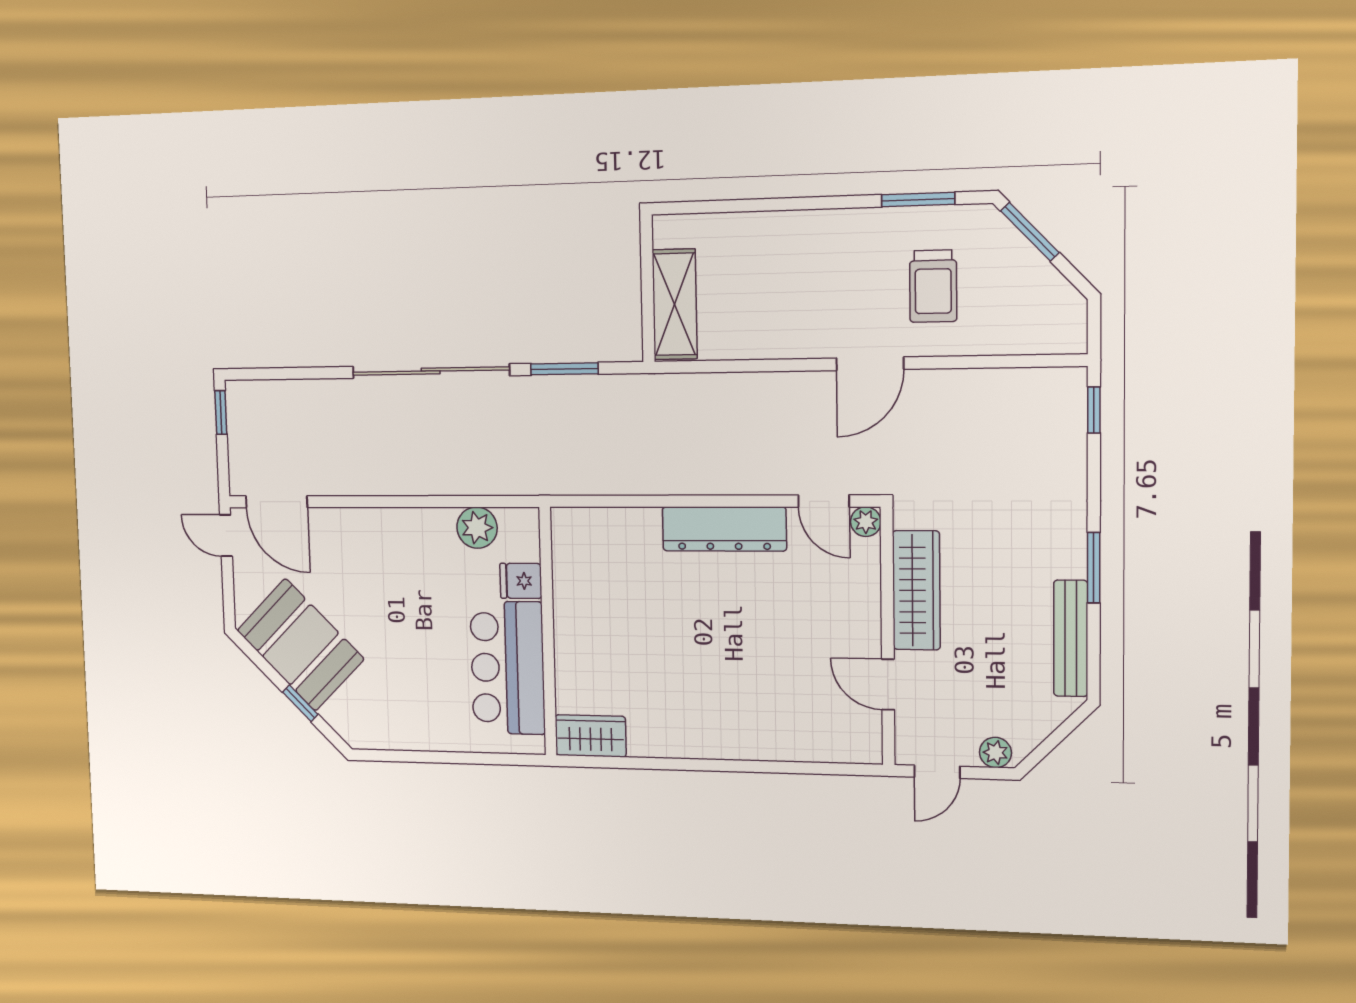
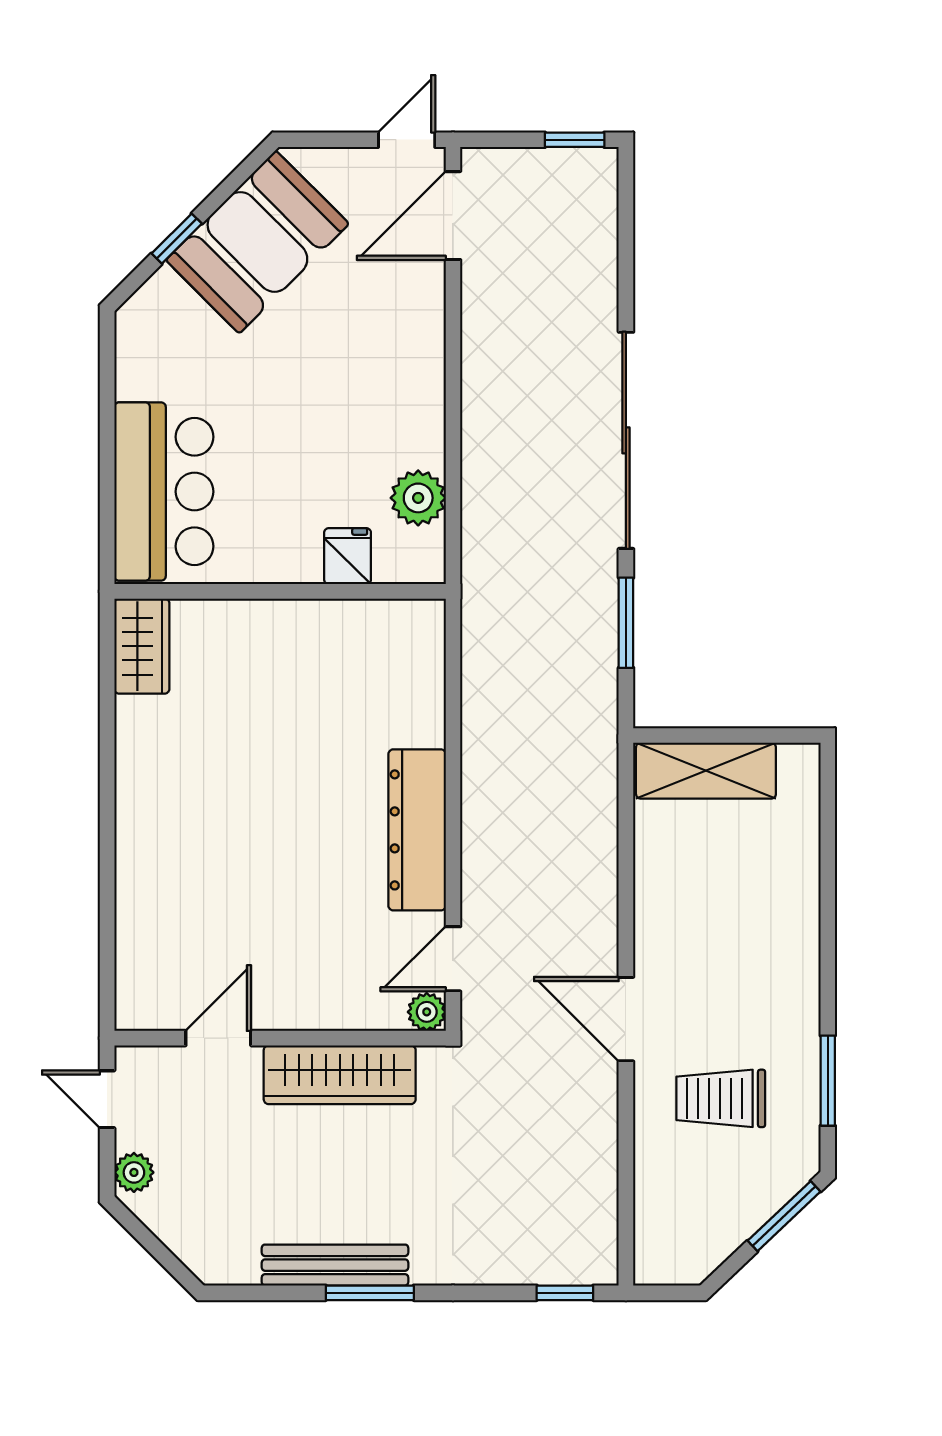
bench: (1071, 638) -> (335, 1265), moved
bar counter: (508, 668) -> (164, 492), moved, turned 90

